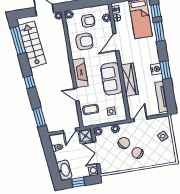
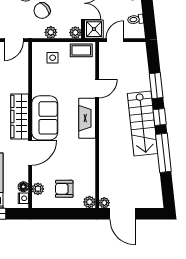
window: (18, 40) -> (163, 153), moved
armchair: (84, 42) -> (74, 161), removed
stairs: (32, 45) -> (143, 123), moved
sofa: (112, 79) -> (45, 118), moved
wardrobe: (130, 80) -> (20, 116), moved
door: (76, 95) -> (97, 89), hinge flipped
coffee table: (91, 109) -> (81, 50), moved
window: (39, 117) -> (156, 86), moved

